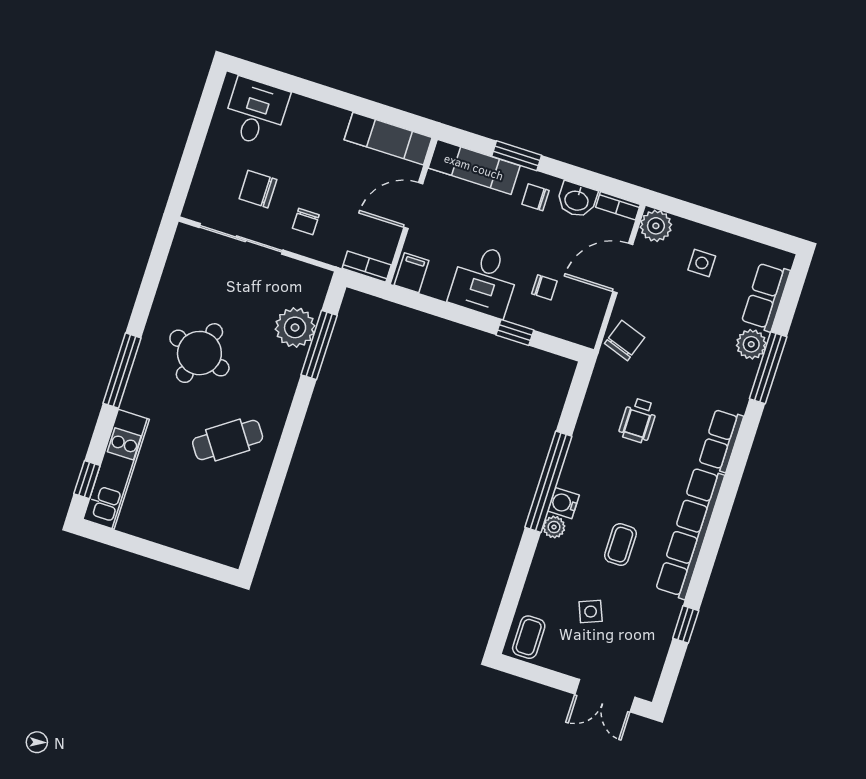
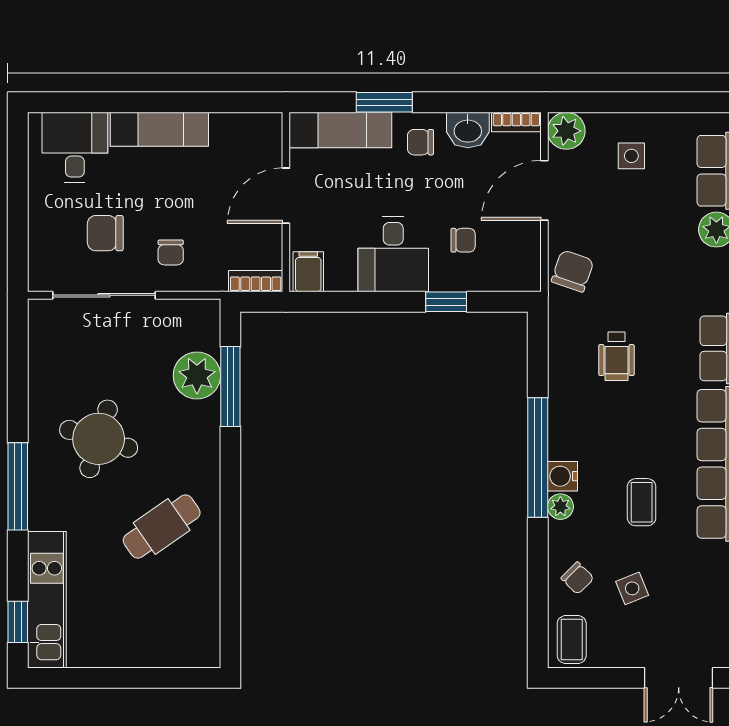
exam couch: (388, 139) -> (159, 129), moved
chair: (549, 589) -> (577, 578), added

